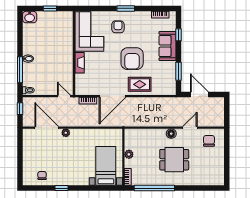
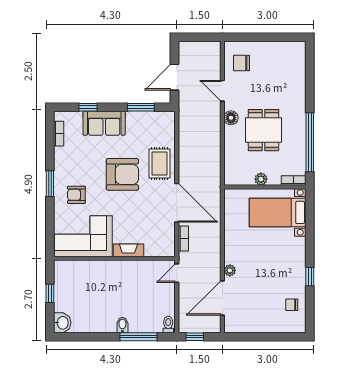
dining table: (174, 160) -> (264, 130), moved

